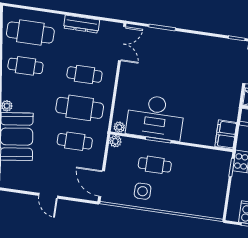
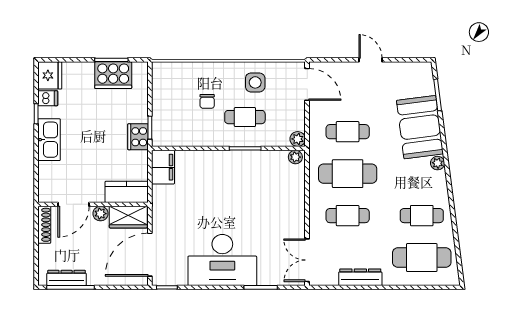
desk: (155, 117) -> (222, 260), moved, turned 180
chair: (183, 182) -> (207, 101), added

